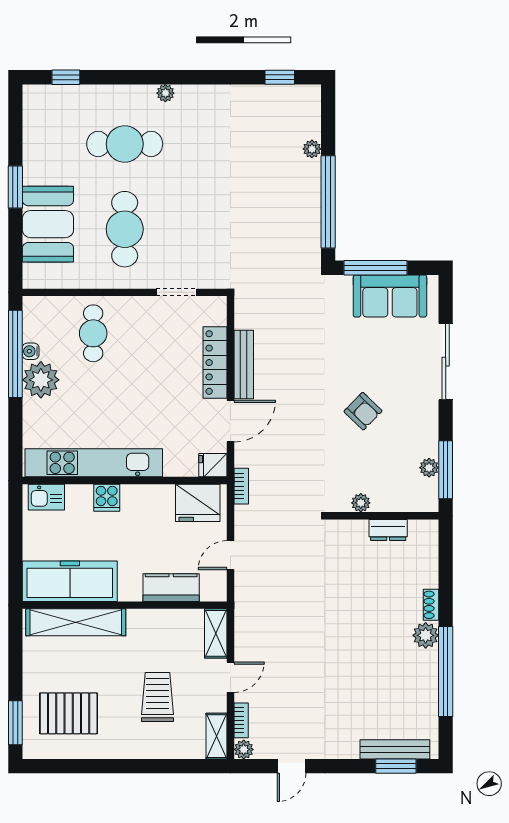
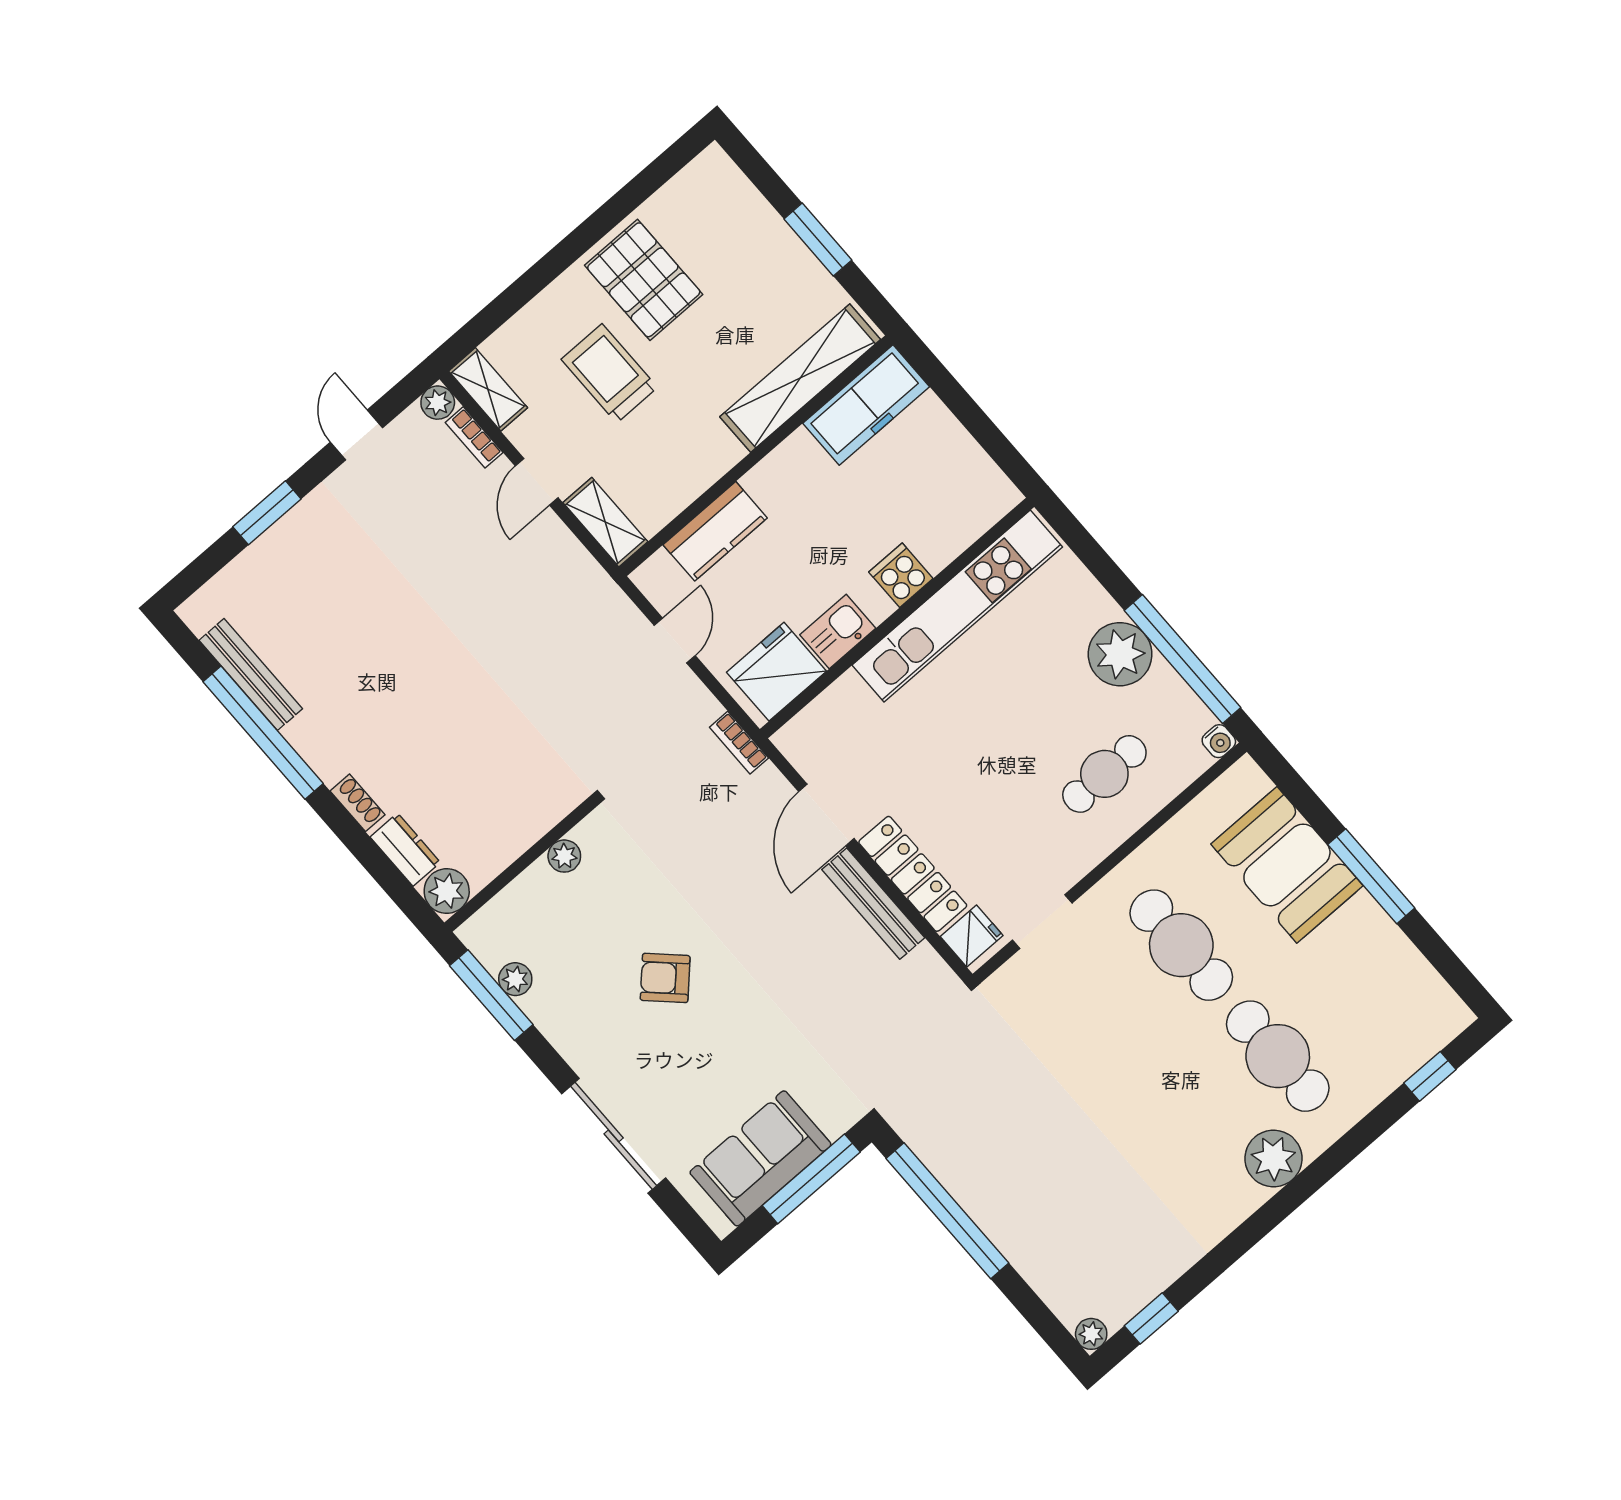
plant: (165, 93) -> (1273, 1158), width x1.87, depth x1.87
cafe table: (125, 144) -> (1278, 1056), turned 90
plant: (312, 149) -> (1091, 1334), moved
window: (15, 187) -> (1371, 876), width x1.44
cafe table: (93, 333) -> (1104, 774), turned 90
water cooler: (31, 351) -> (1219, 741), moved, turned 90
fridge: (213, 465) -> (972, 936), moved
kitchen sink: (46, 497) -> (838, 632), moved
dresser: (388, 530) -> (405, 850), moved, turned 90
freezer: (70, 581) -> (866, 405), width x0.73, depth x0.79
plant: (426, 635) -> (447, 891), moved
trolley: (157, 697) -> (609, 373), turned 180
pallet: (69, 713) -> (644, 280), moved, turned 90
window: (15, 723) -> (818, 240), moved
bench: (395, 749) -> (251, 674), moved, turned 90
window: (396, 766) -> (267, 513), moved

